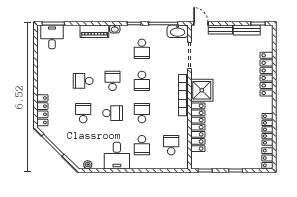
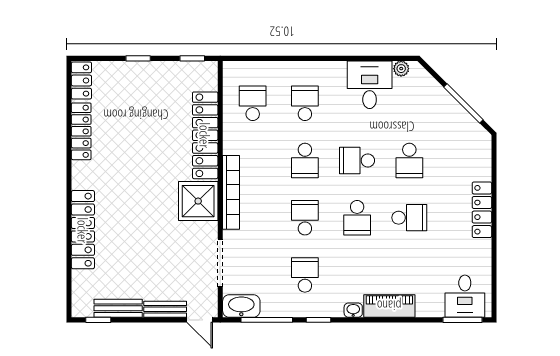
locker: (42, 110) -> (482, 210), moved
school desk: (171, 145) -> (253, 103), turned 180
desk: (117, 156) -> (370, 85), moved

